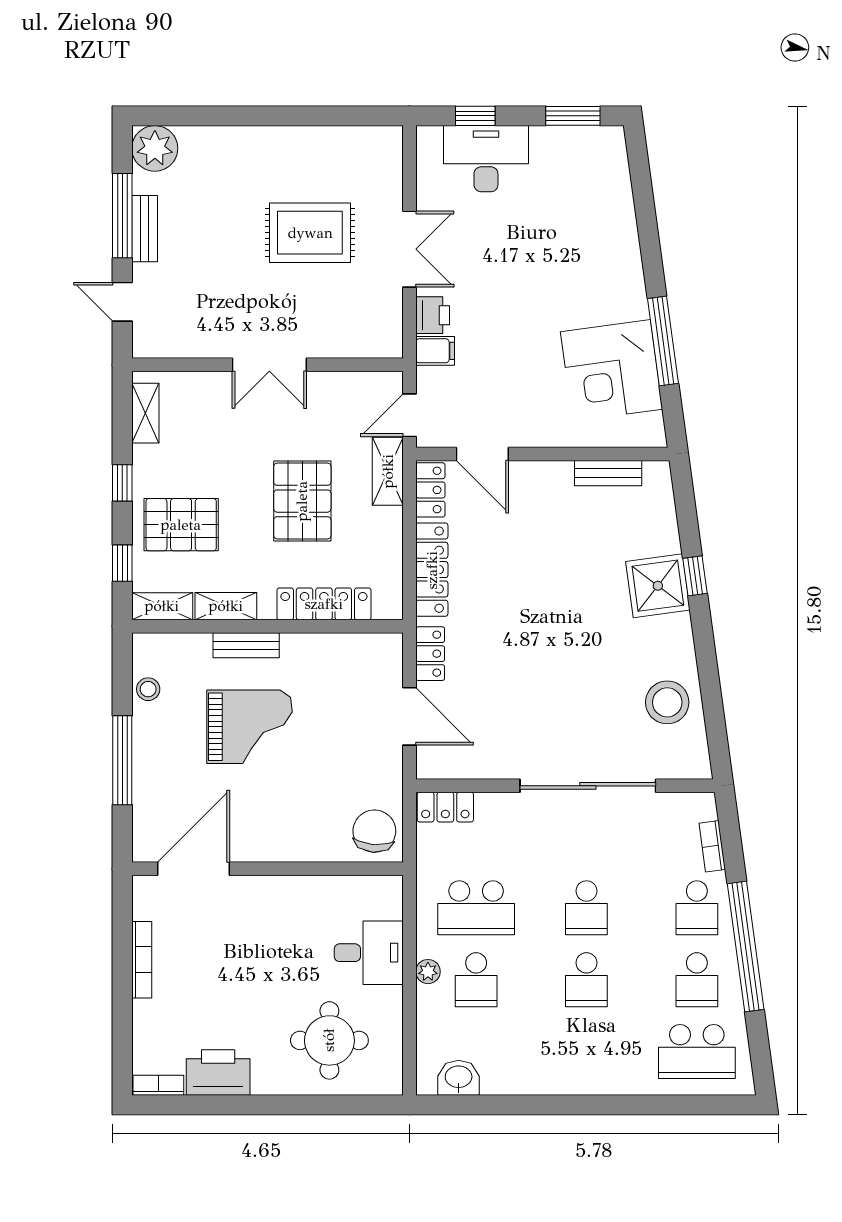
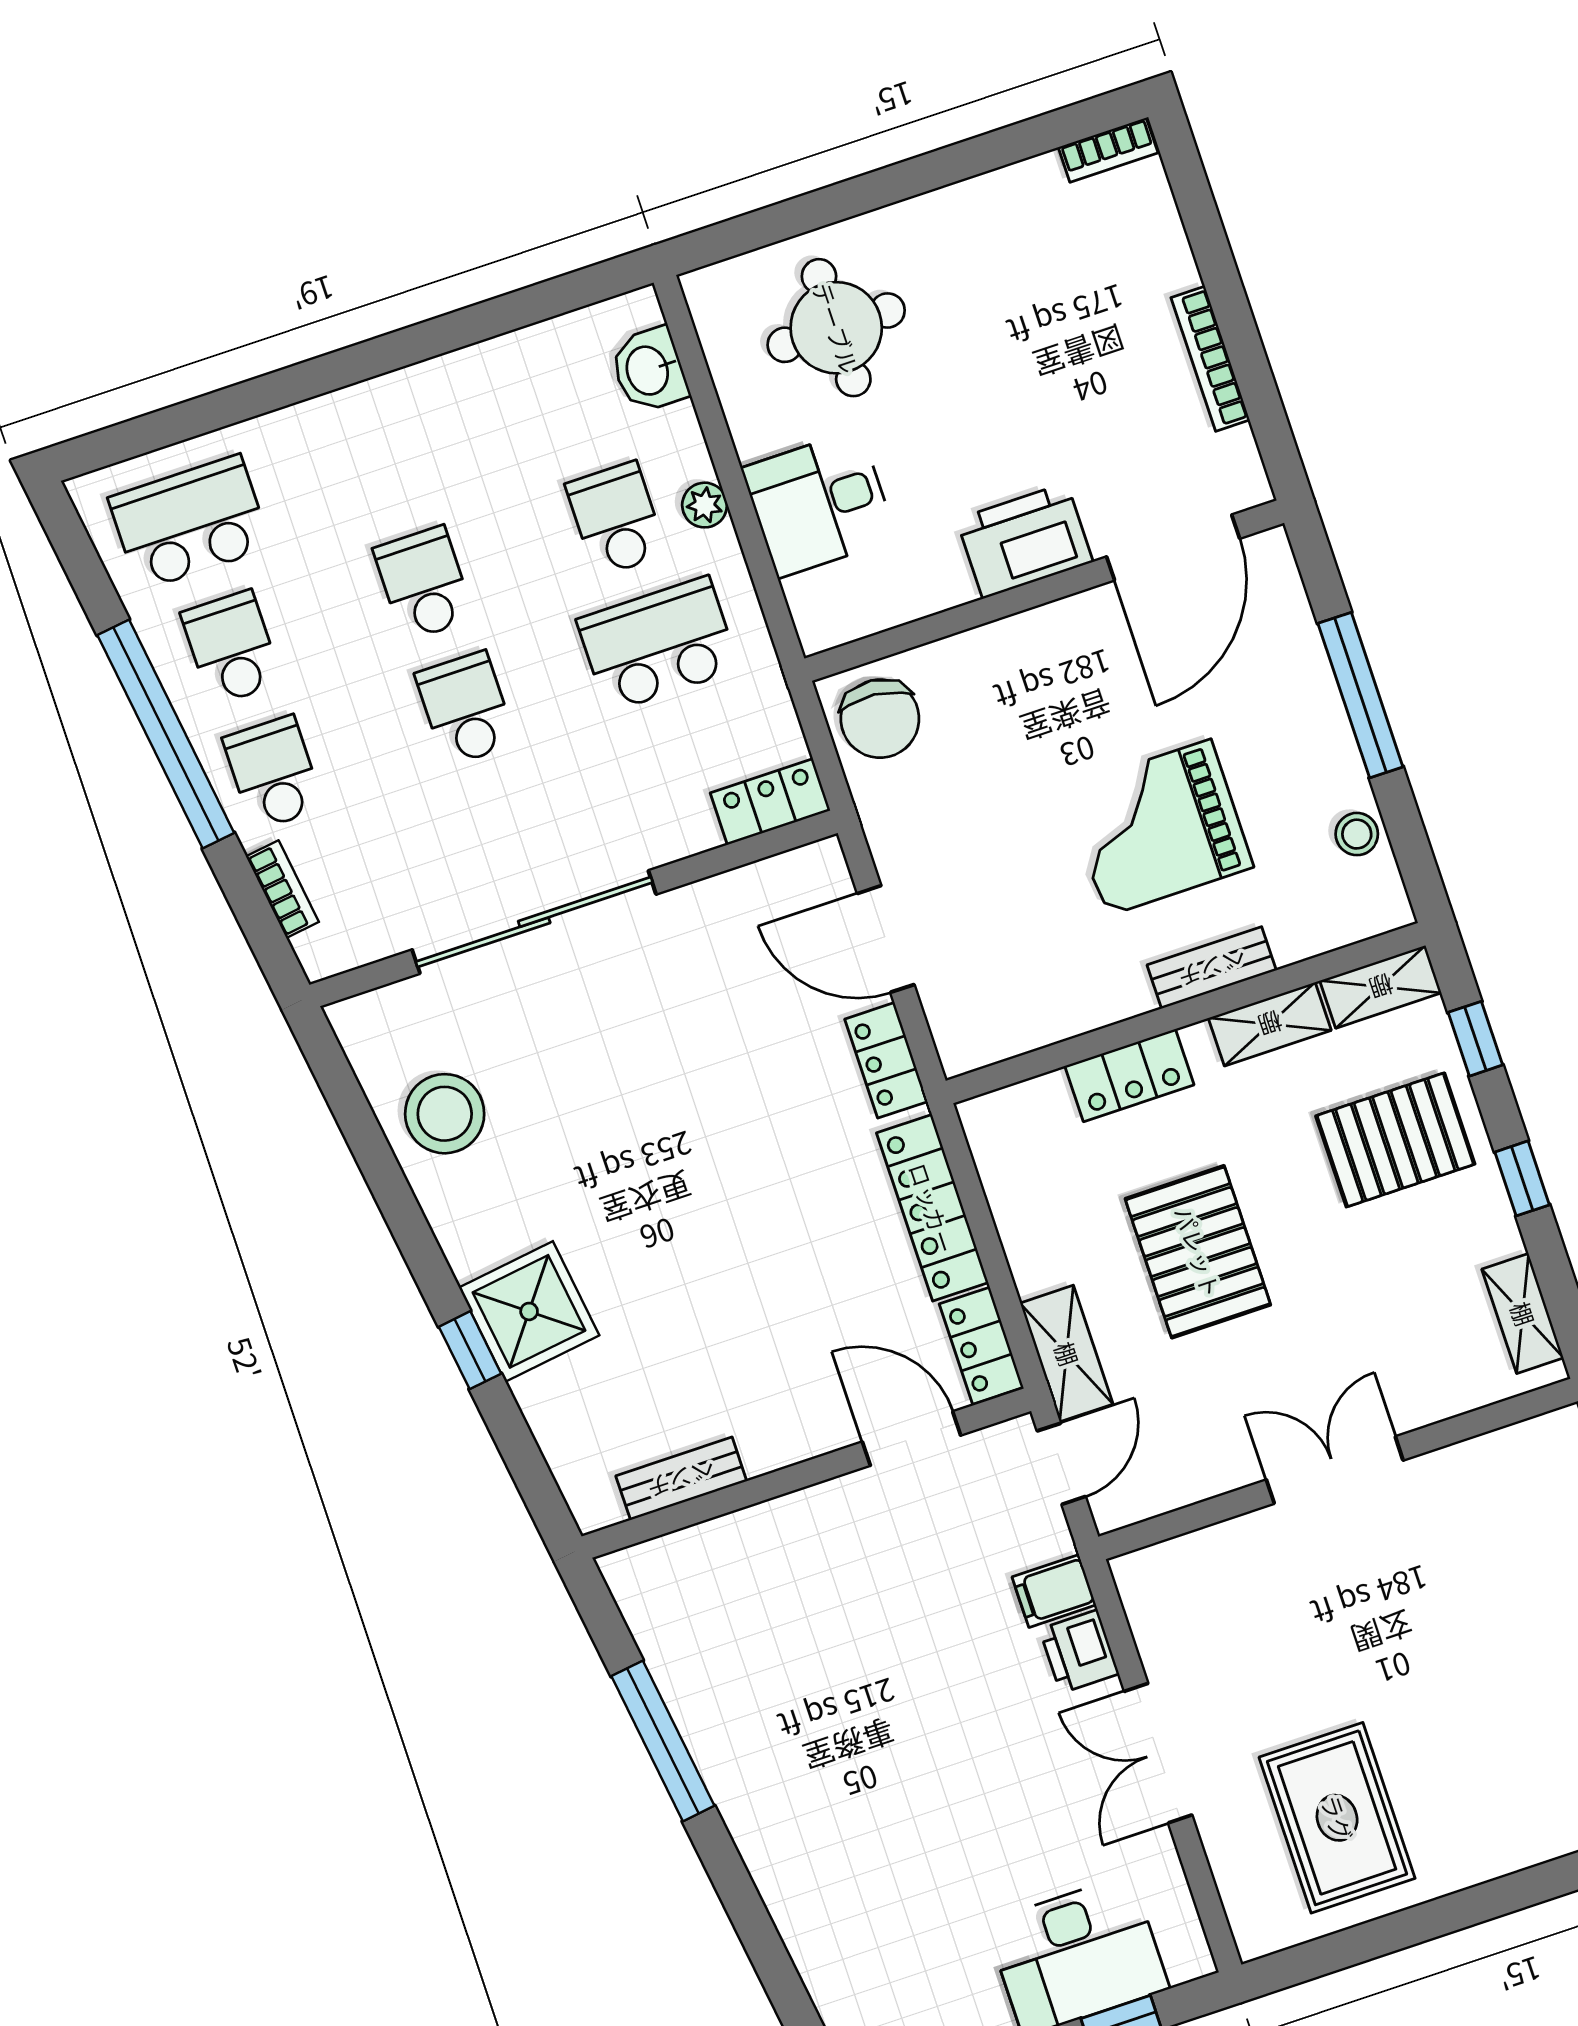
rug: (310, 233) -> (1337, 1818), moved, turned 90
corner desk: (612, 370) -> (735, 1660), removed
locker: (324, 604) -> (1129, 1075), width x0.66
printer: (218, 1072) -> (1025, 541), moved, turned 180
washbasin: (459, 1078) -> (649, 370), moved, turned 90

